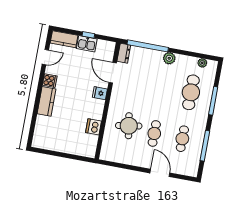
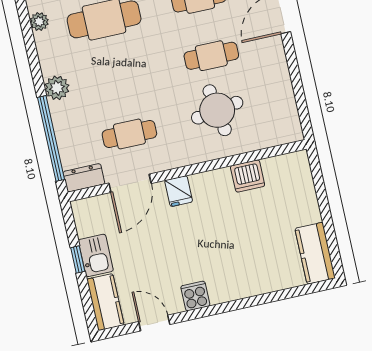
cafe table: (135, 82) -> (129, 134), added
kitchen counter: (47, 101) -> (315, 253), moved, turned -90

